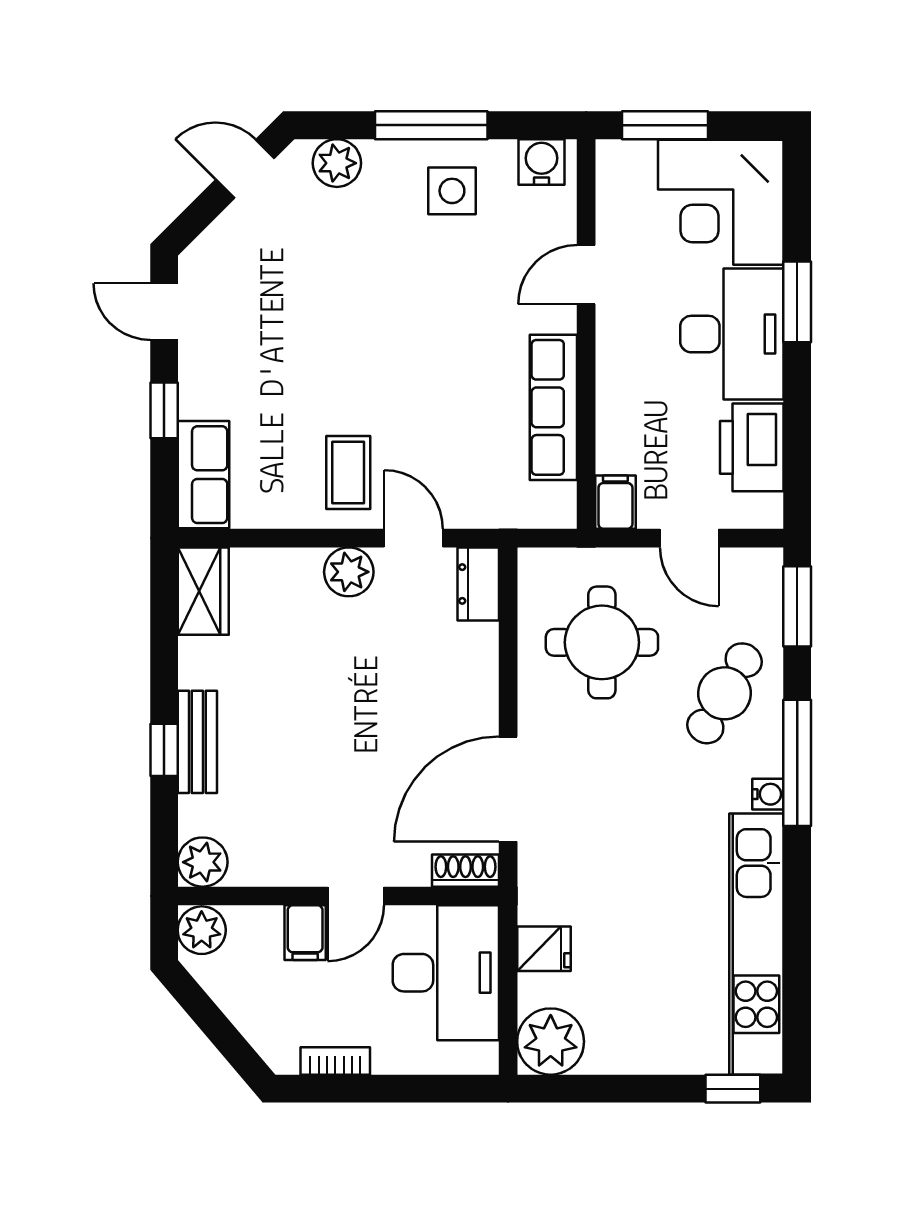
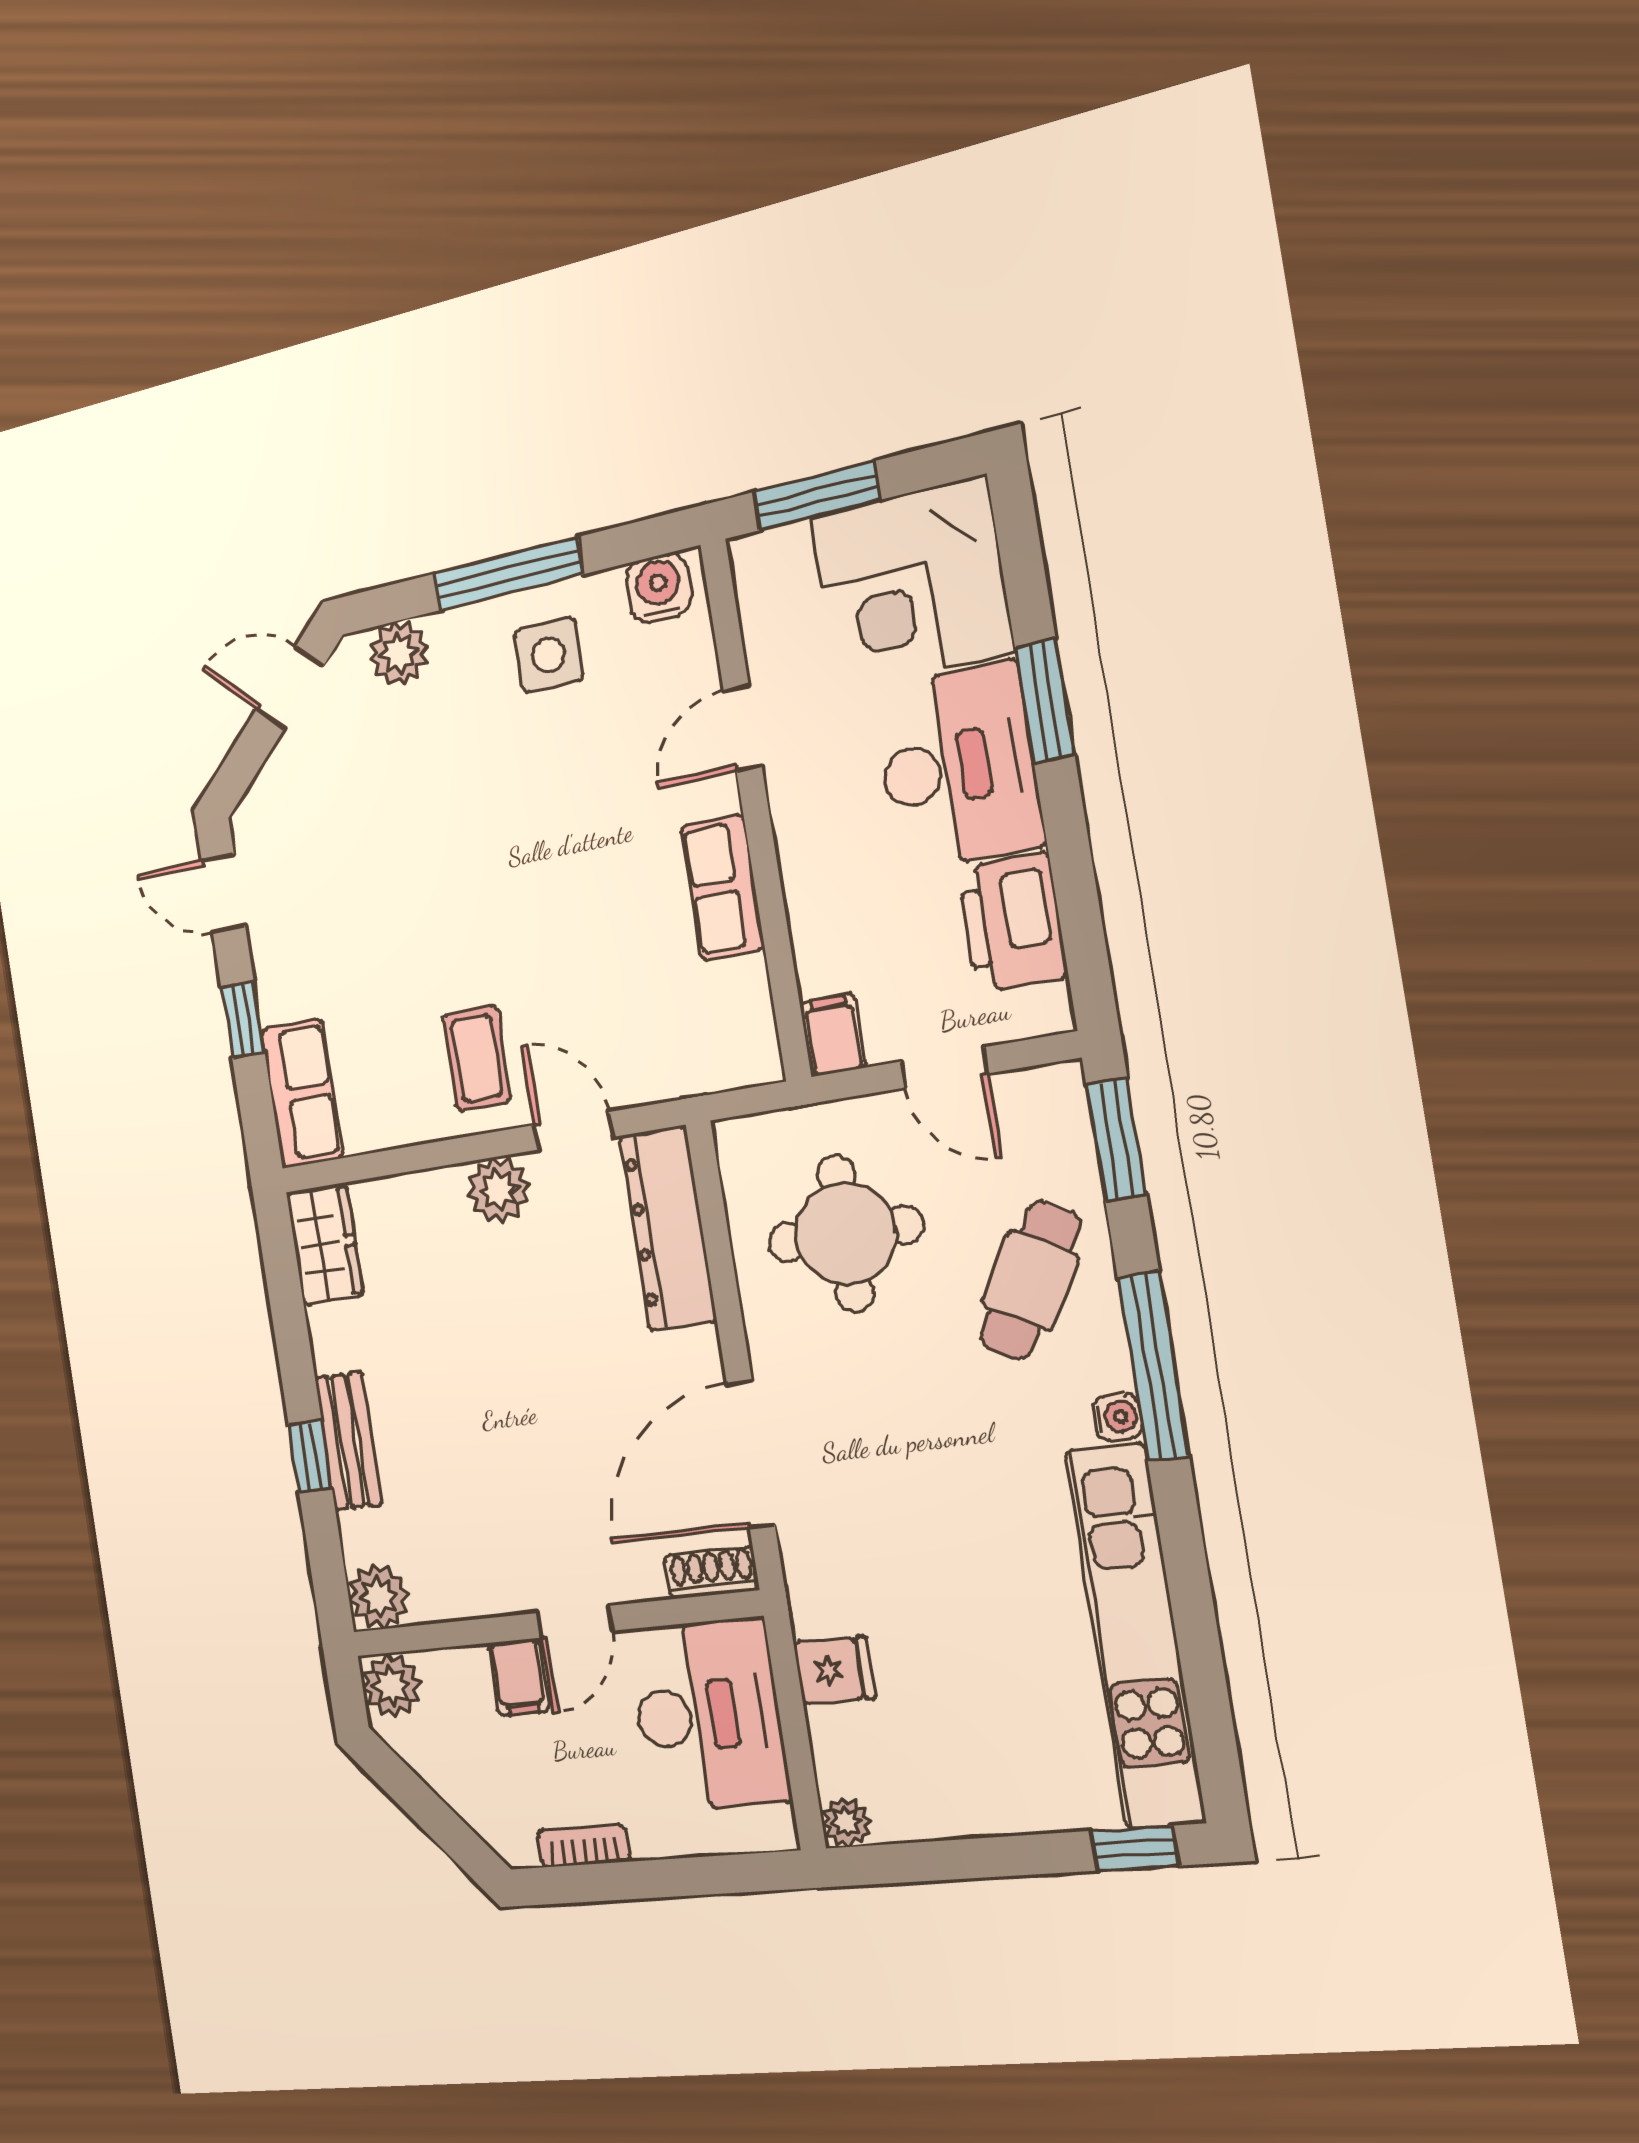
row of seats: (553, 407) -> (723, 887), width x0.68
dresser: (478, 584) -> (668, 1228), width x1.96, depth x1.24
plant: (551, 1042) -> (846, 1822), width x0.53, depth x0.53

